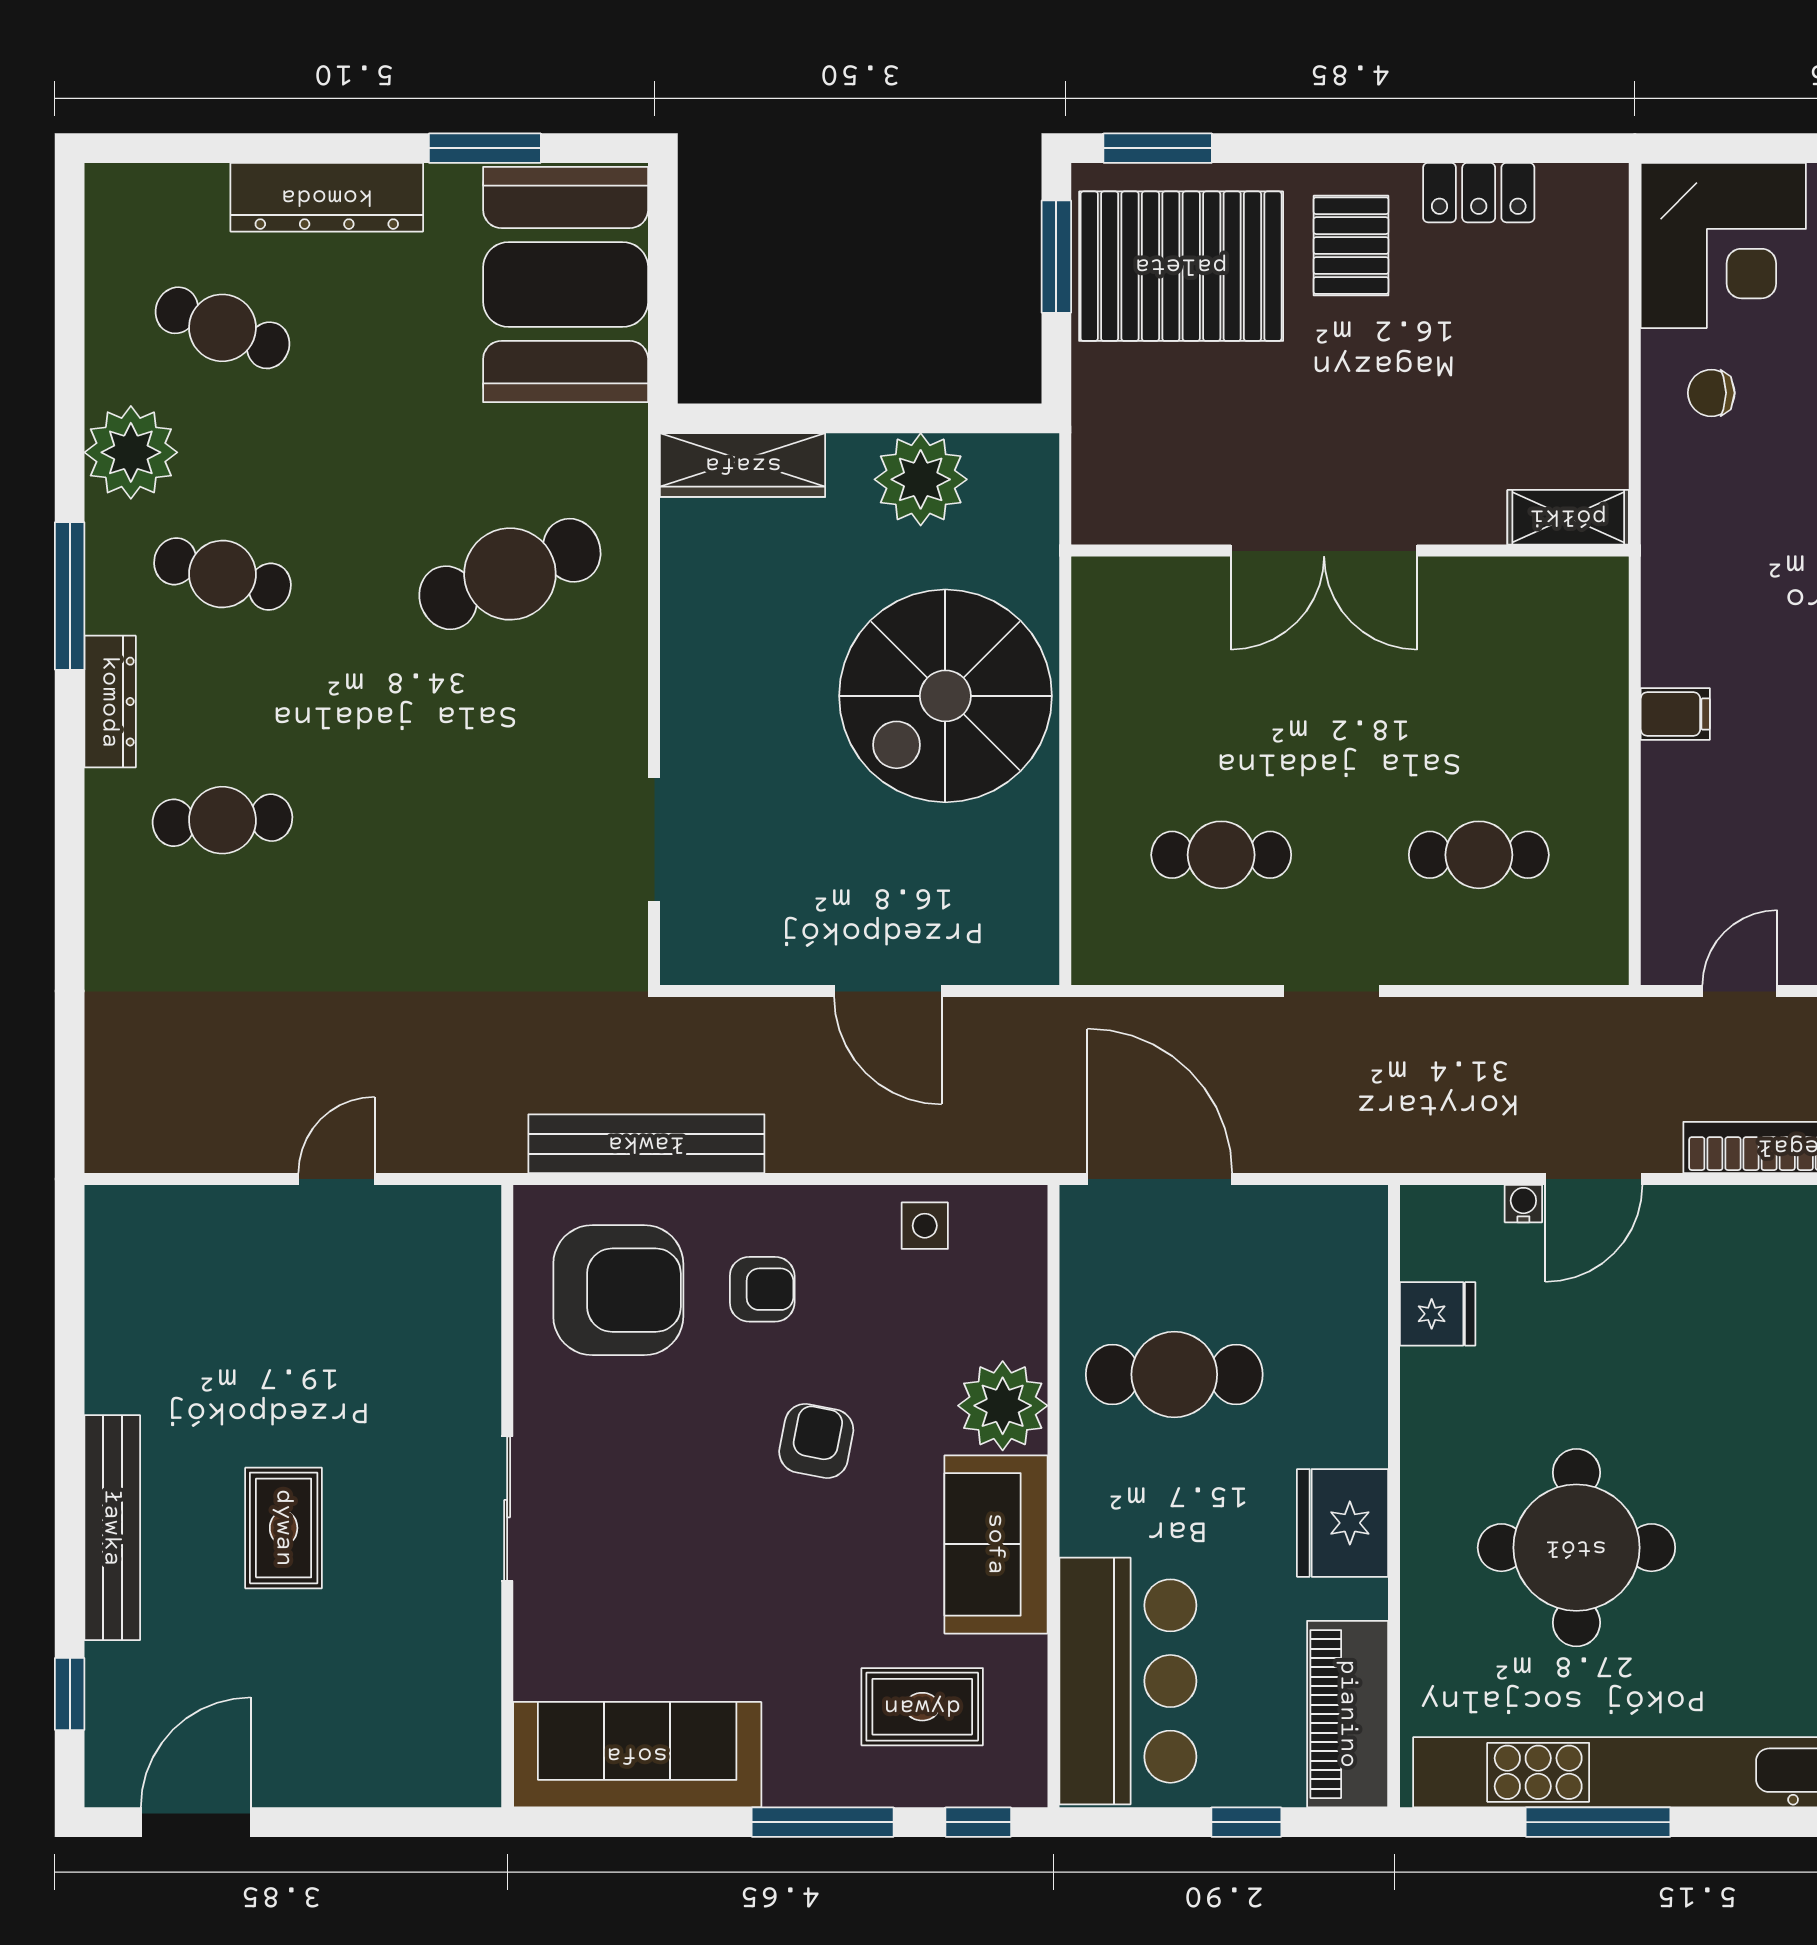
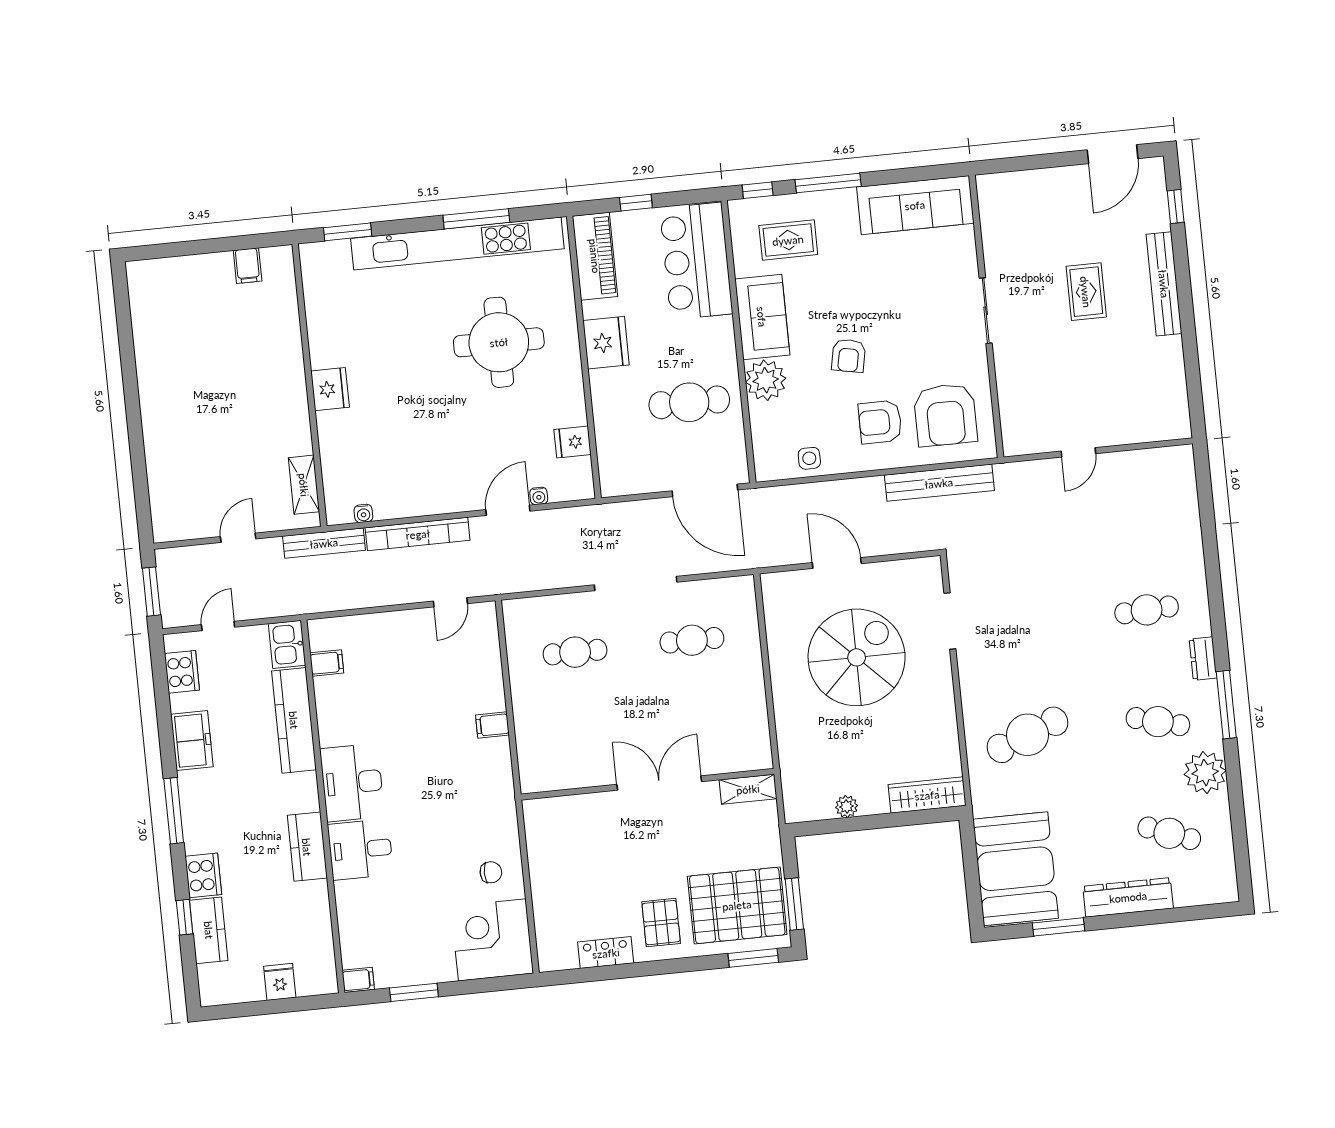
plant: (921, 479) -> (847, 807), width x0.53, depth x0.53
shelving: (1568, 517) -> (748, 789), moved
spiral stairs: (945, 696) -> (857, 657), moved
dresser: (110, 702) -> (1203, 659), width x0.70
doorway: (1331, 991) -> (636, 584), width x1.87
armchair: (762, 1289) -> (880, 422), width x1.38, depth x1.38
armchair: (618, 1290) -> (945, 415), turned -90

